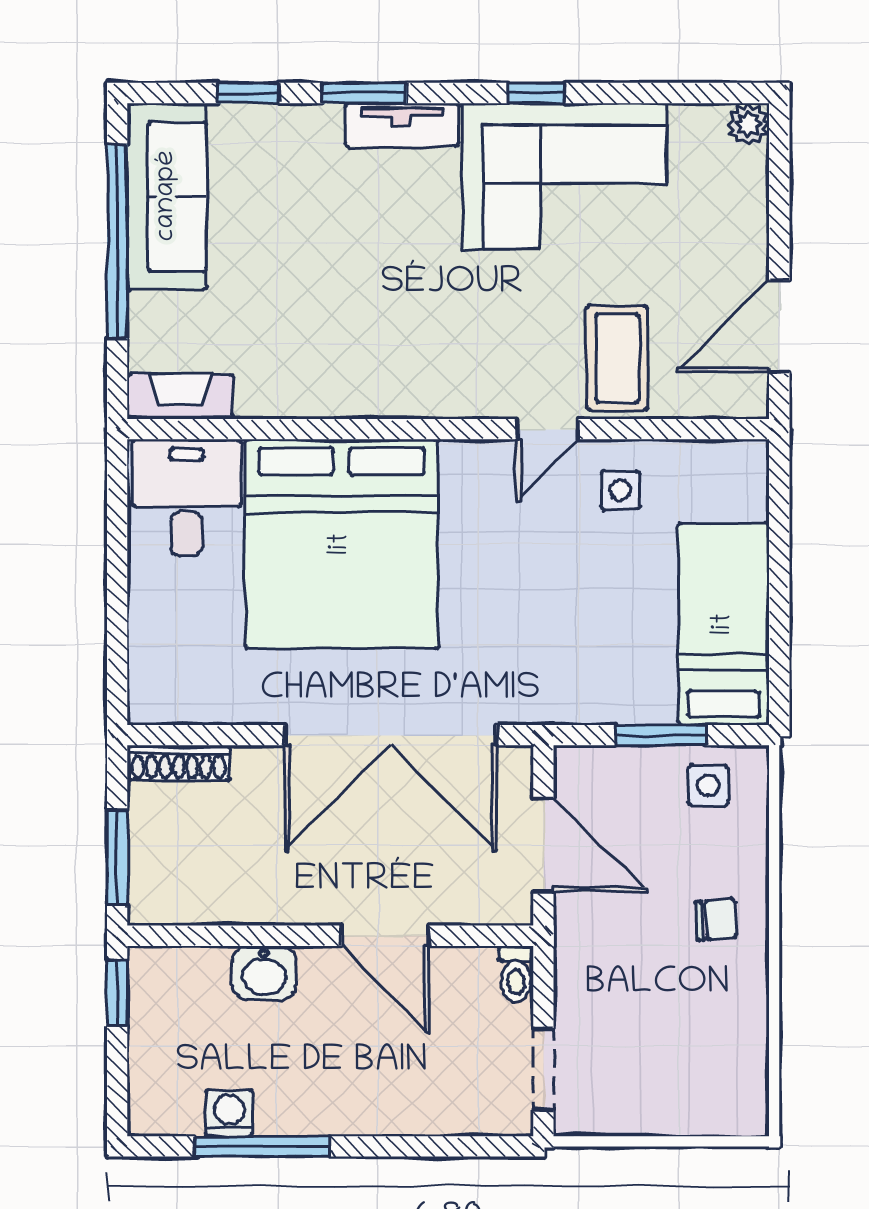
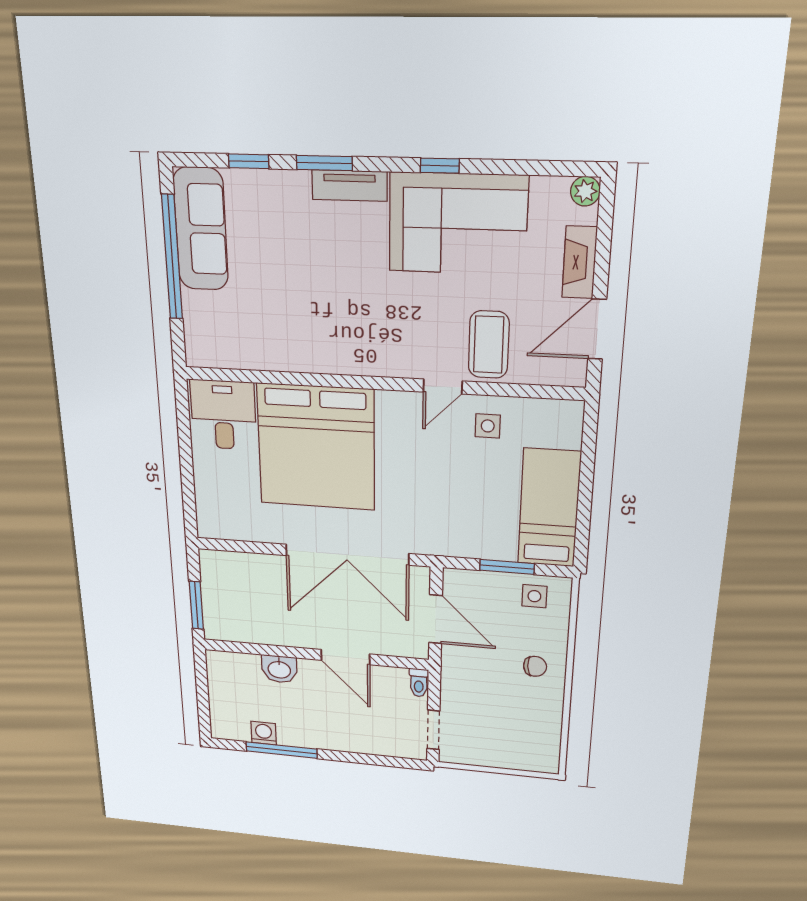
fireplace: (180, 396) -> (580, 262), moved, turned -90
shoe rack: (179, 763) -> (227, 560), removed
window: (117, 993) -> (201, 671), removed

